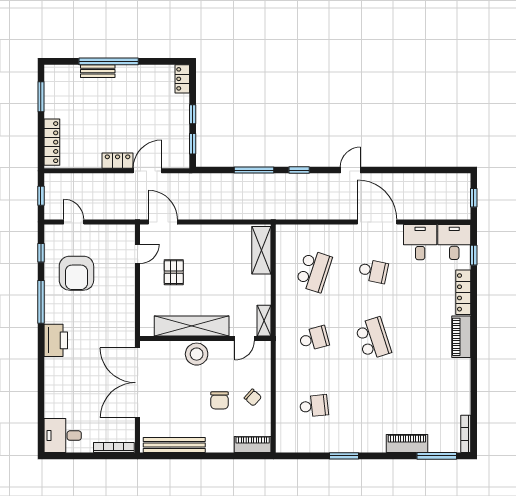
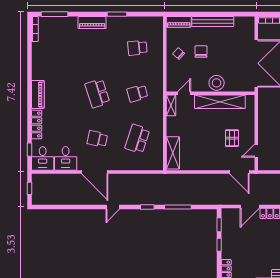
piano: (407, 443) -> (92, 22), moved
bench: (174, 445) -> (213, 21), moved

